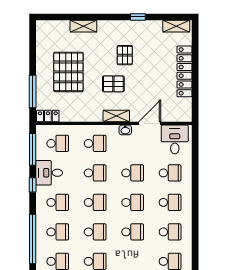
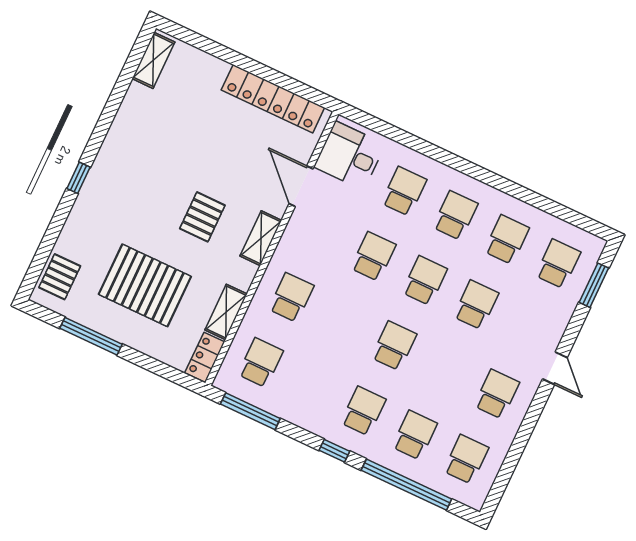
window: (138, 17) -> (79, 178), moved
shelving: (83, 26) -> (226, 312), moved
pallet: (125, 55) -> (60, 277), moved, turned 90
locker: (185, 71) -> (273, 99), moved
window: (33, 91) -> (91, 336), moved
washbasin: (125, 130) -> (293, 234), removed
desk: (49, 173) -> (305, 402), removed
school desk: (95, 173) -> (343, 322), removed
window: (33, 185) -> (334, 451), moved
school desk: (95, 232) -> (445, 370), removed

